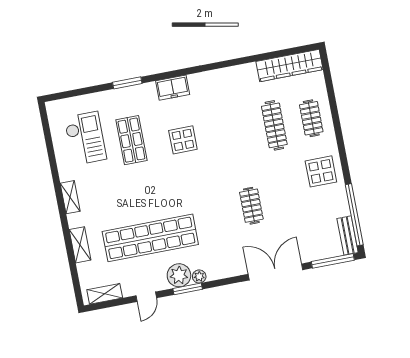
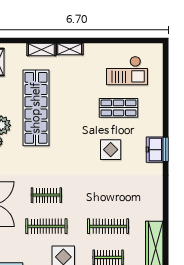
window: (127, 83) -> (166, 149), moved
shelving: (70, 197) -> (70, 49), moved
clothes rail: (288, 199) -> (46, 226), added

